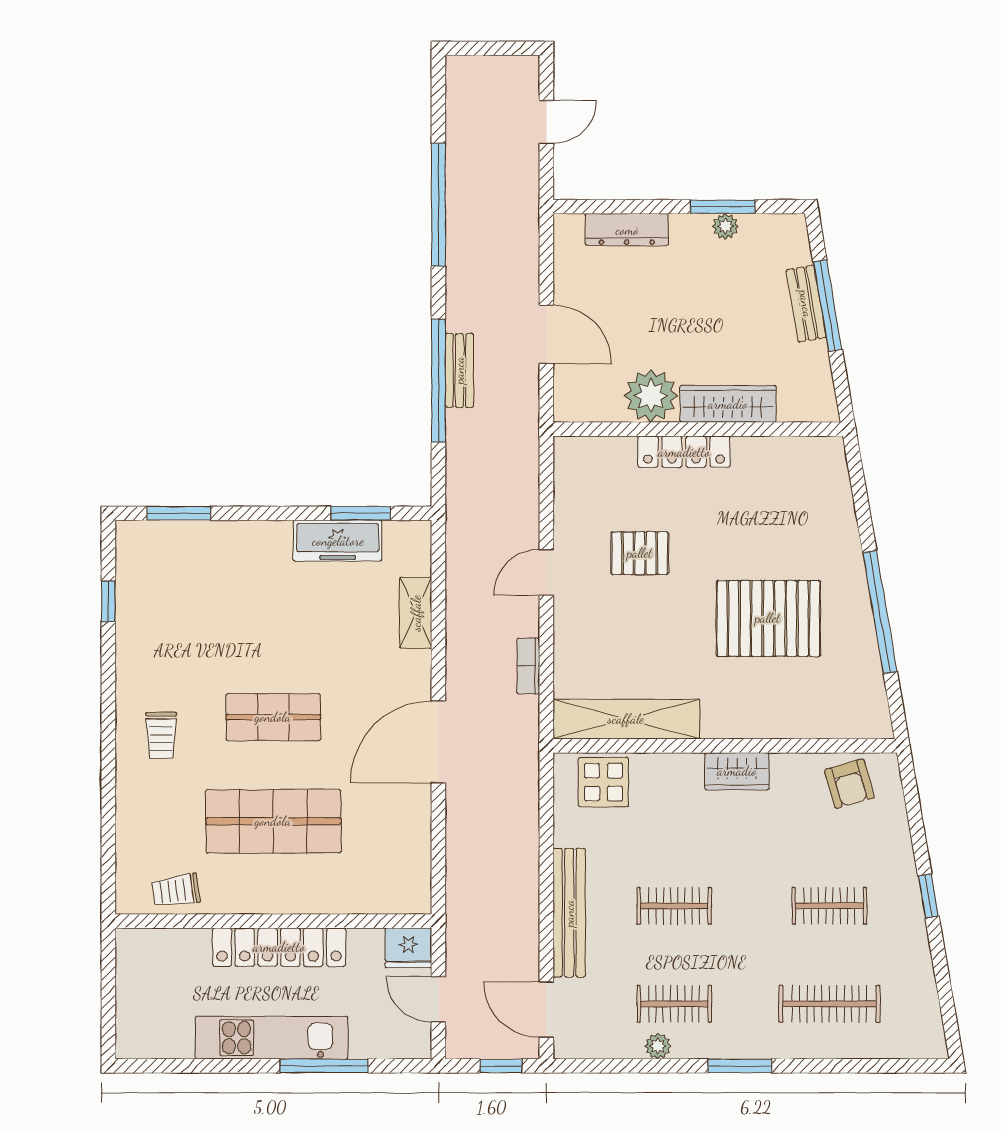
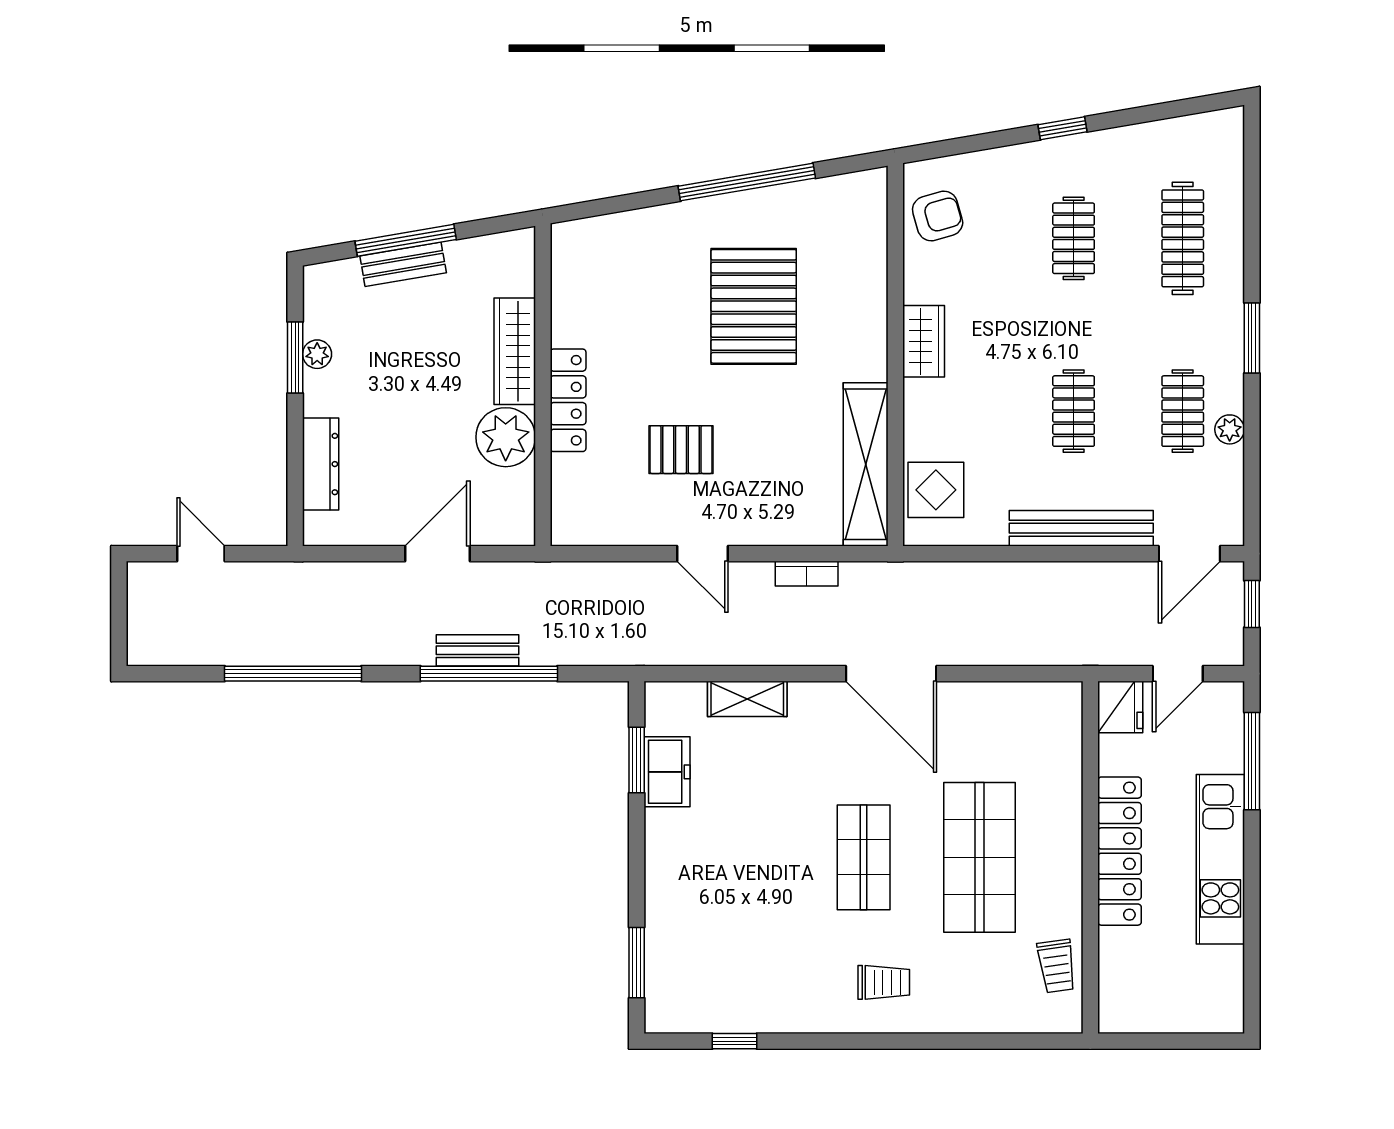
freezer: (338, 541) -> (667, 772), width x0.71
pallet: (640, 553) -> (681, 450), turned 90
window: (324, 1066) -> (1252, 761), moved

